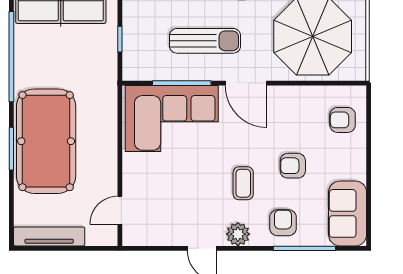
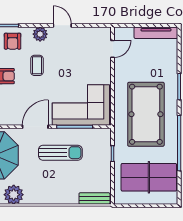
sun lounger: (205, 41) -> (60, 153), turned 180
door: (246, 83) -> (35, 127), hinge flipped
pool table: (46, 141) -> (146, 114), moved

